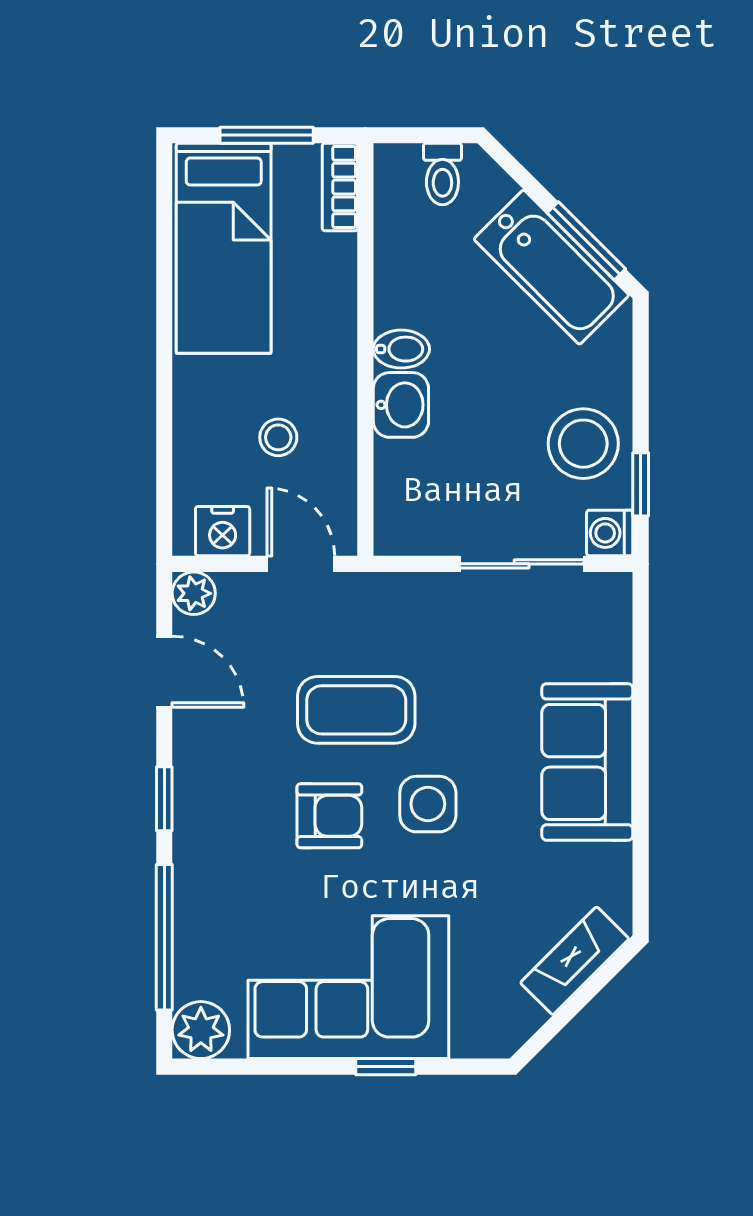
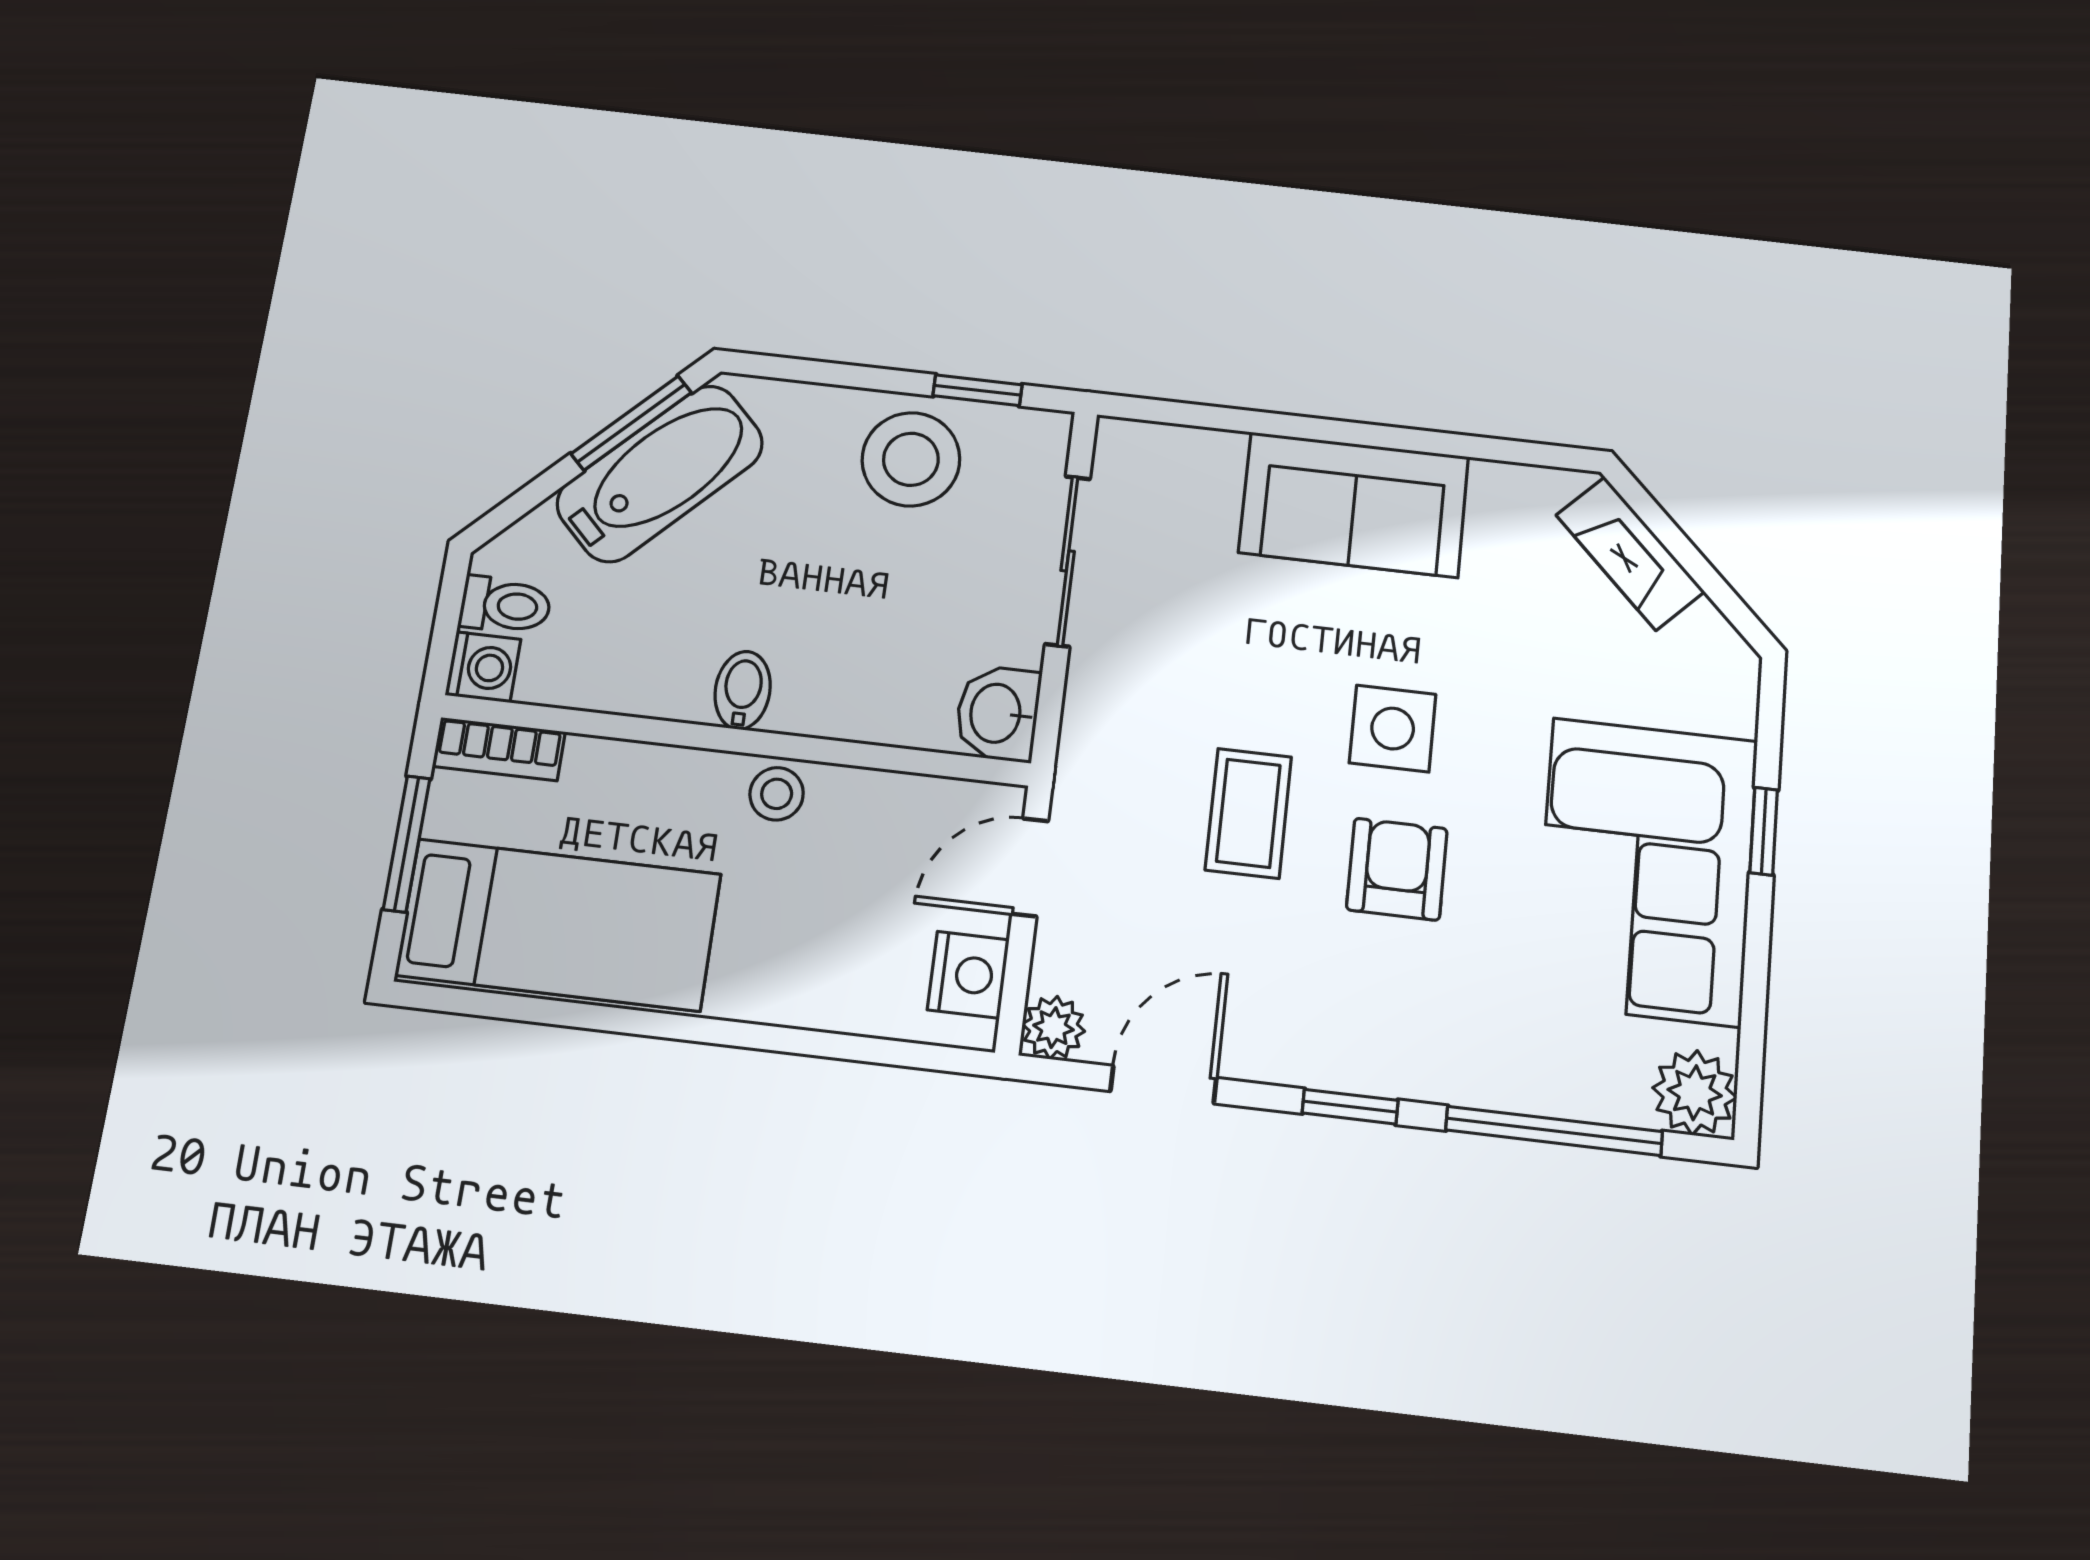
washbasin: (401, 405) -> (998, 713), moved, turned -90
stool: (278, 437) -> (777, 794), moved
washing machine: (610, 533) -> (483, 667), moved, turned -90
coffee table: (356, 710) -> (1248, 813), width x0.73, depth x0.77

